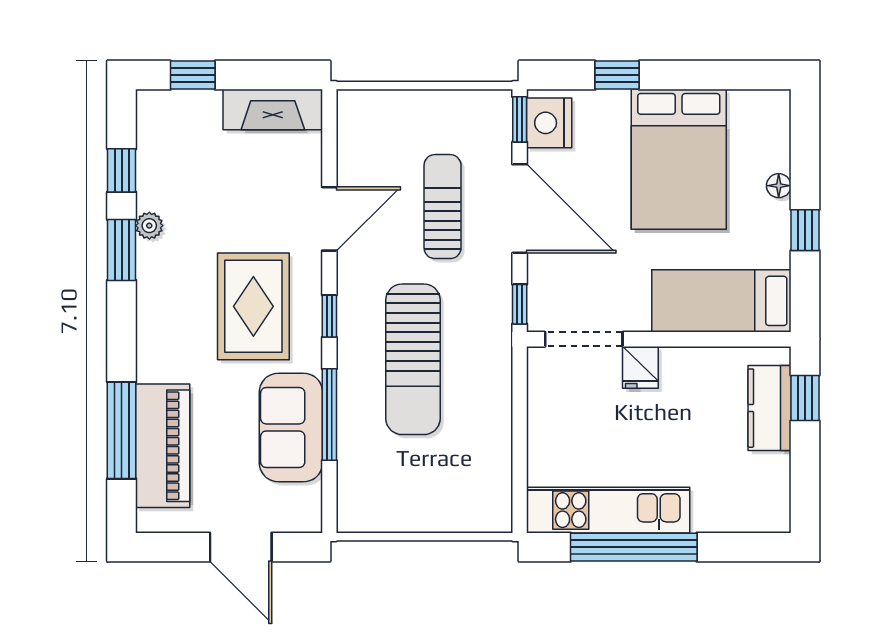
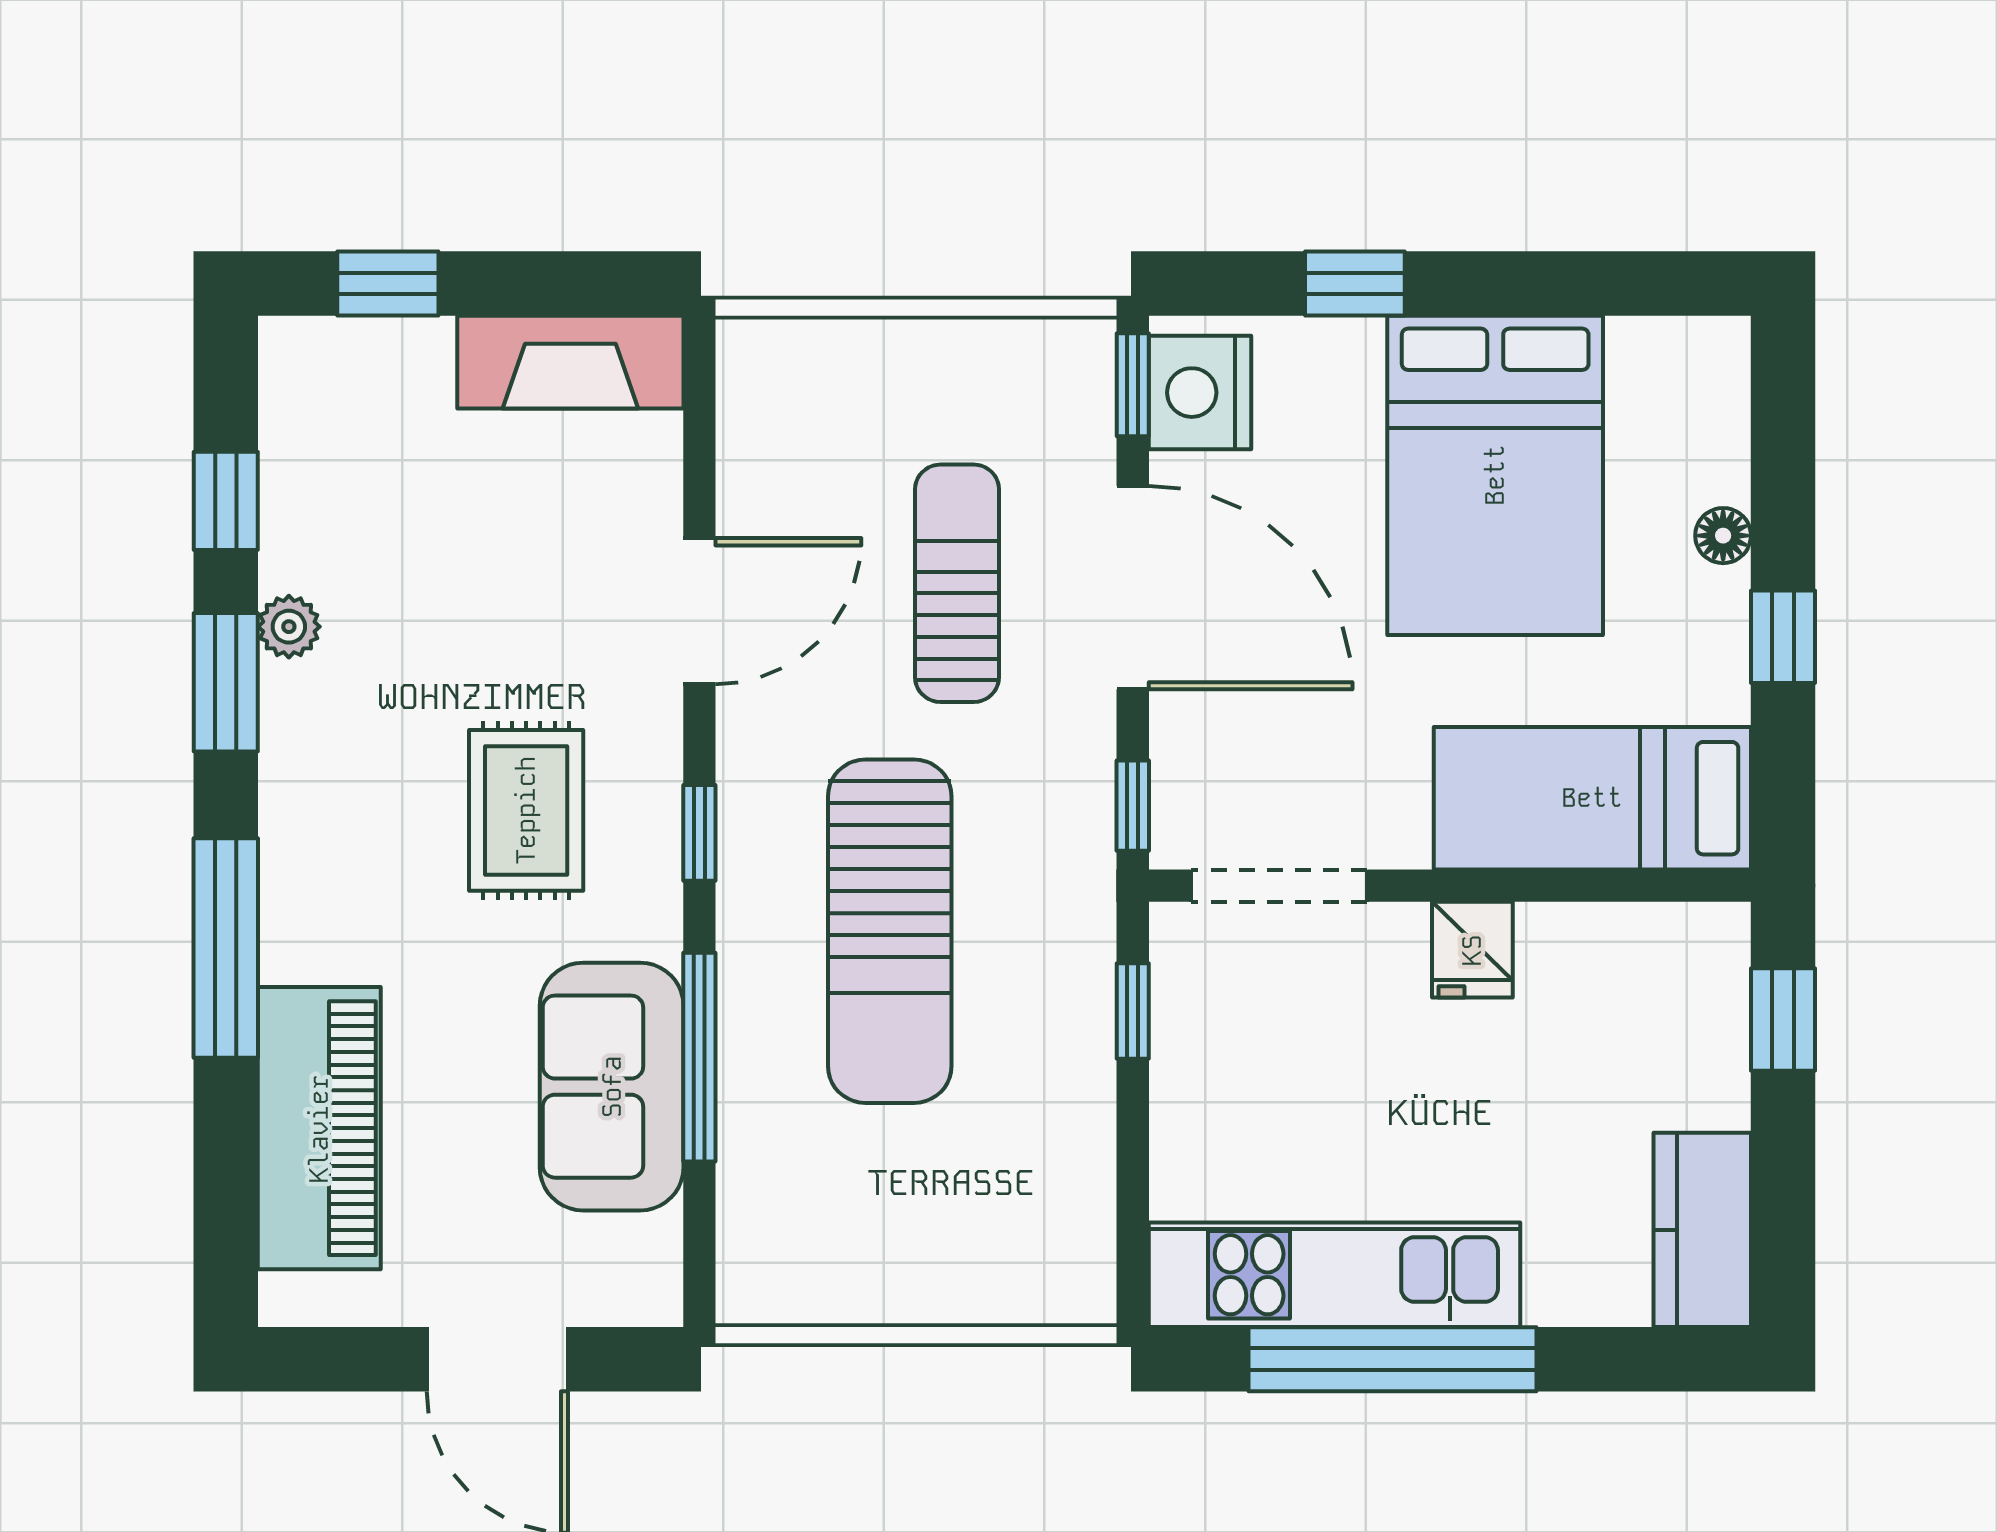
rug: (253, 306) -> (526, 810), width x0.73, depth x0.70
fridge: (640, 367) -> (1472, 950), moved
window: (520, 394) -> (1133, 1011), added
kitchen counter: (770, 408) -> (1702, 1230), moved
window: (122, 430) -> (226, 948), moved

